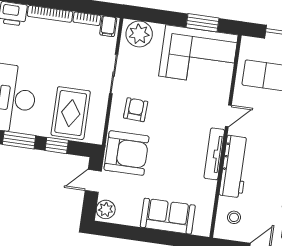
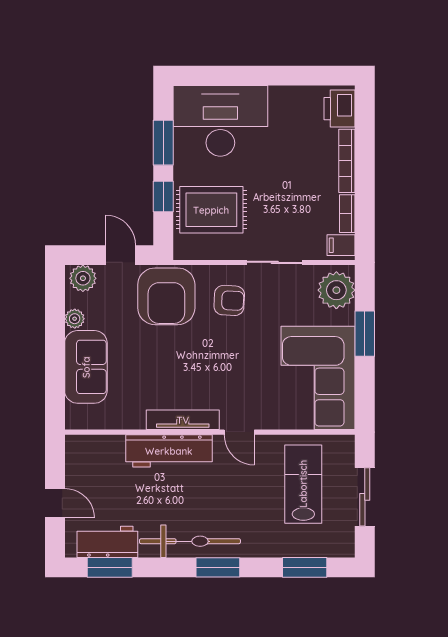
window: (203, 23) -> (365, 334), moved
stool: (234, 217) -> (97, 460), removed
plant: (133, 219) -> (75, 319), added

